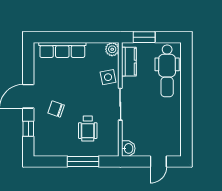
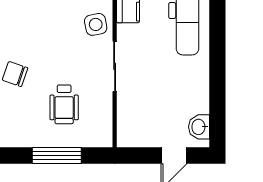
washbasin: (128, 148) -> (199, 127), moved, turned 180

